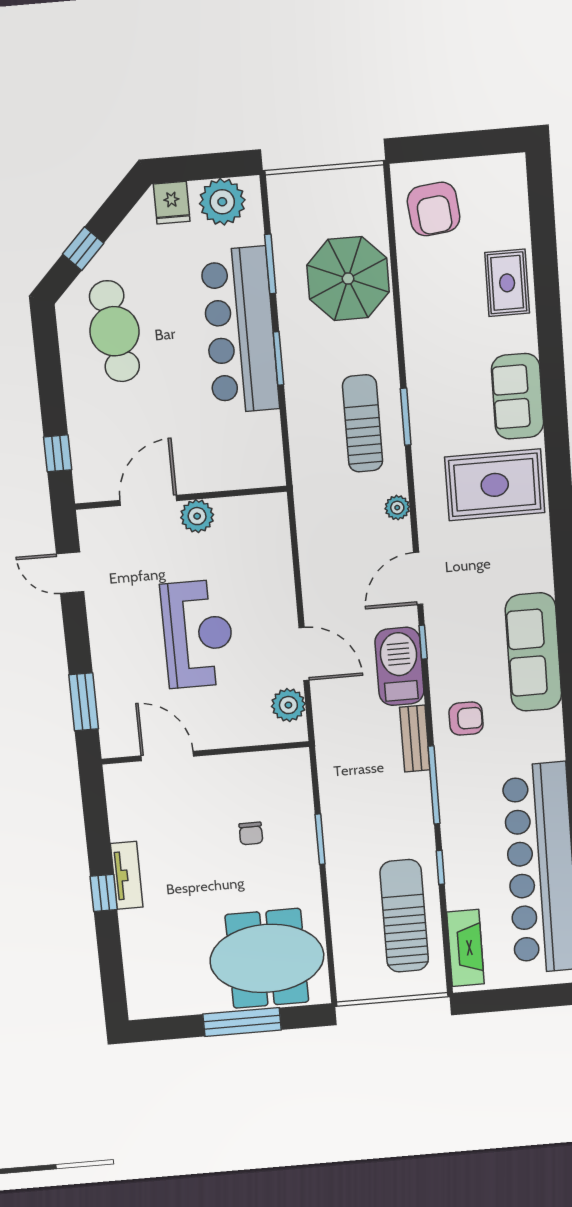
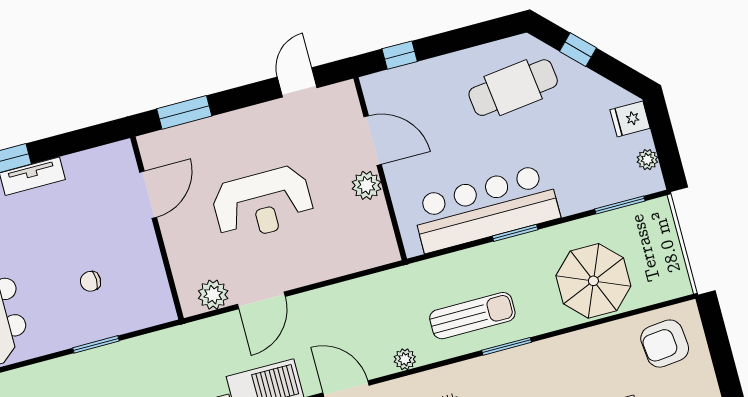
plant: (222, 202) -> (647, 160), width x0.53, depth x0.53
window: (270, 264) -> (620, 205), moved
bar counter: (240, 330) -> (485, 208), moved
window: (406, 417) -> (507, 346), moved

